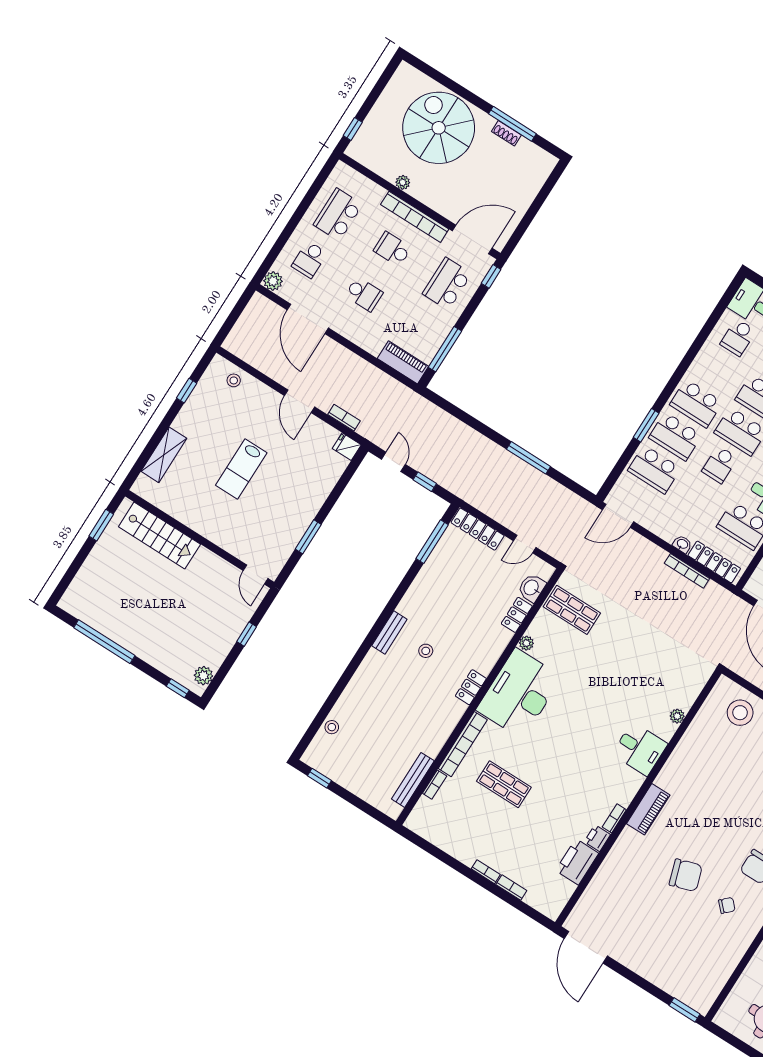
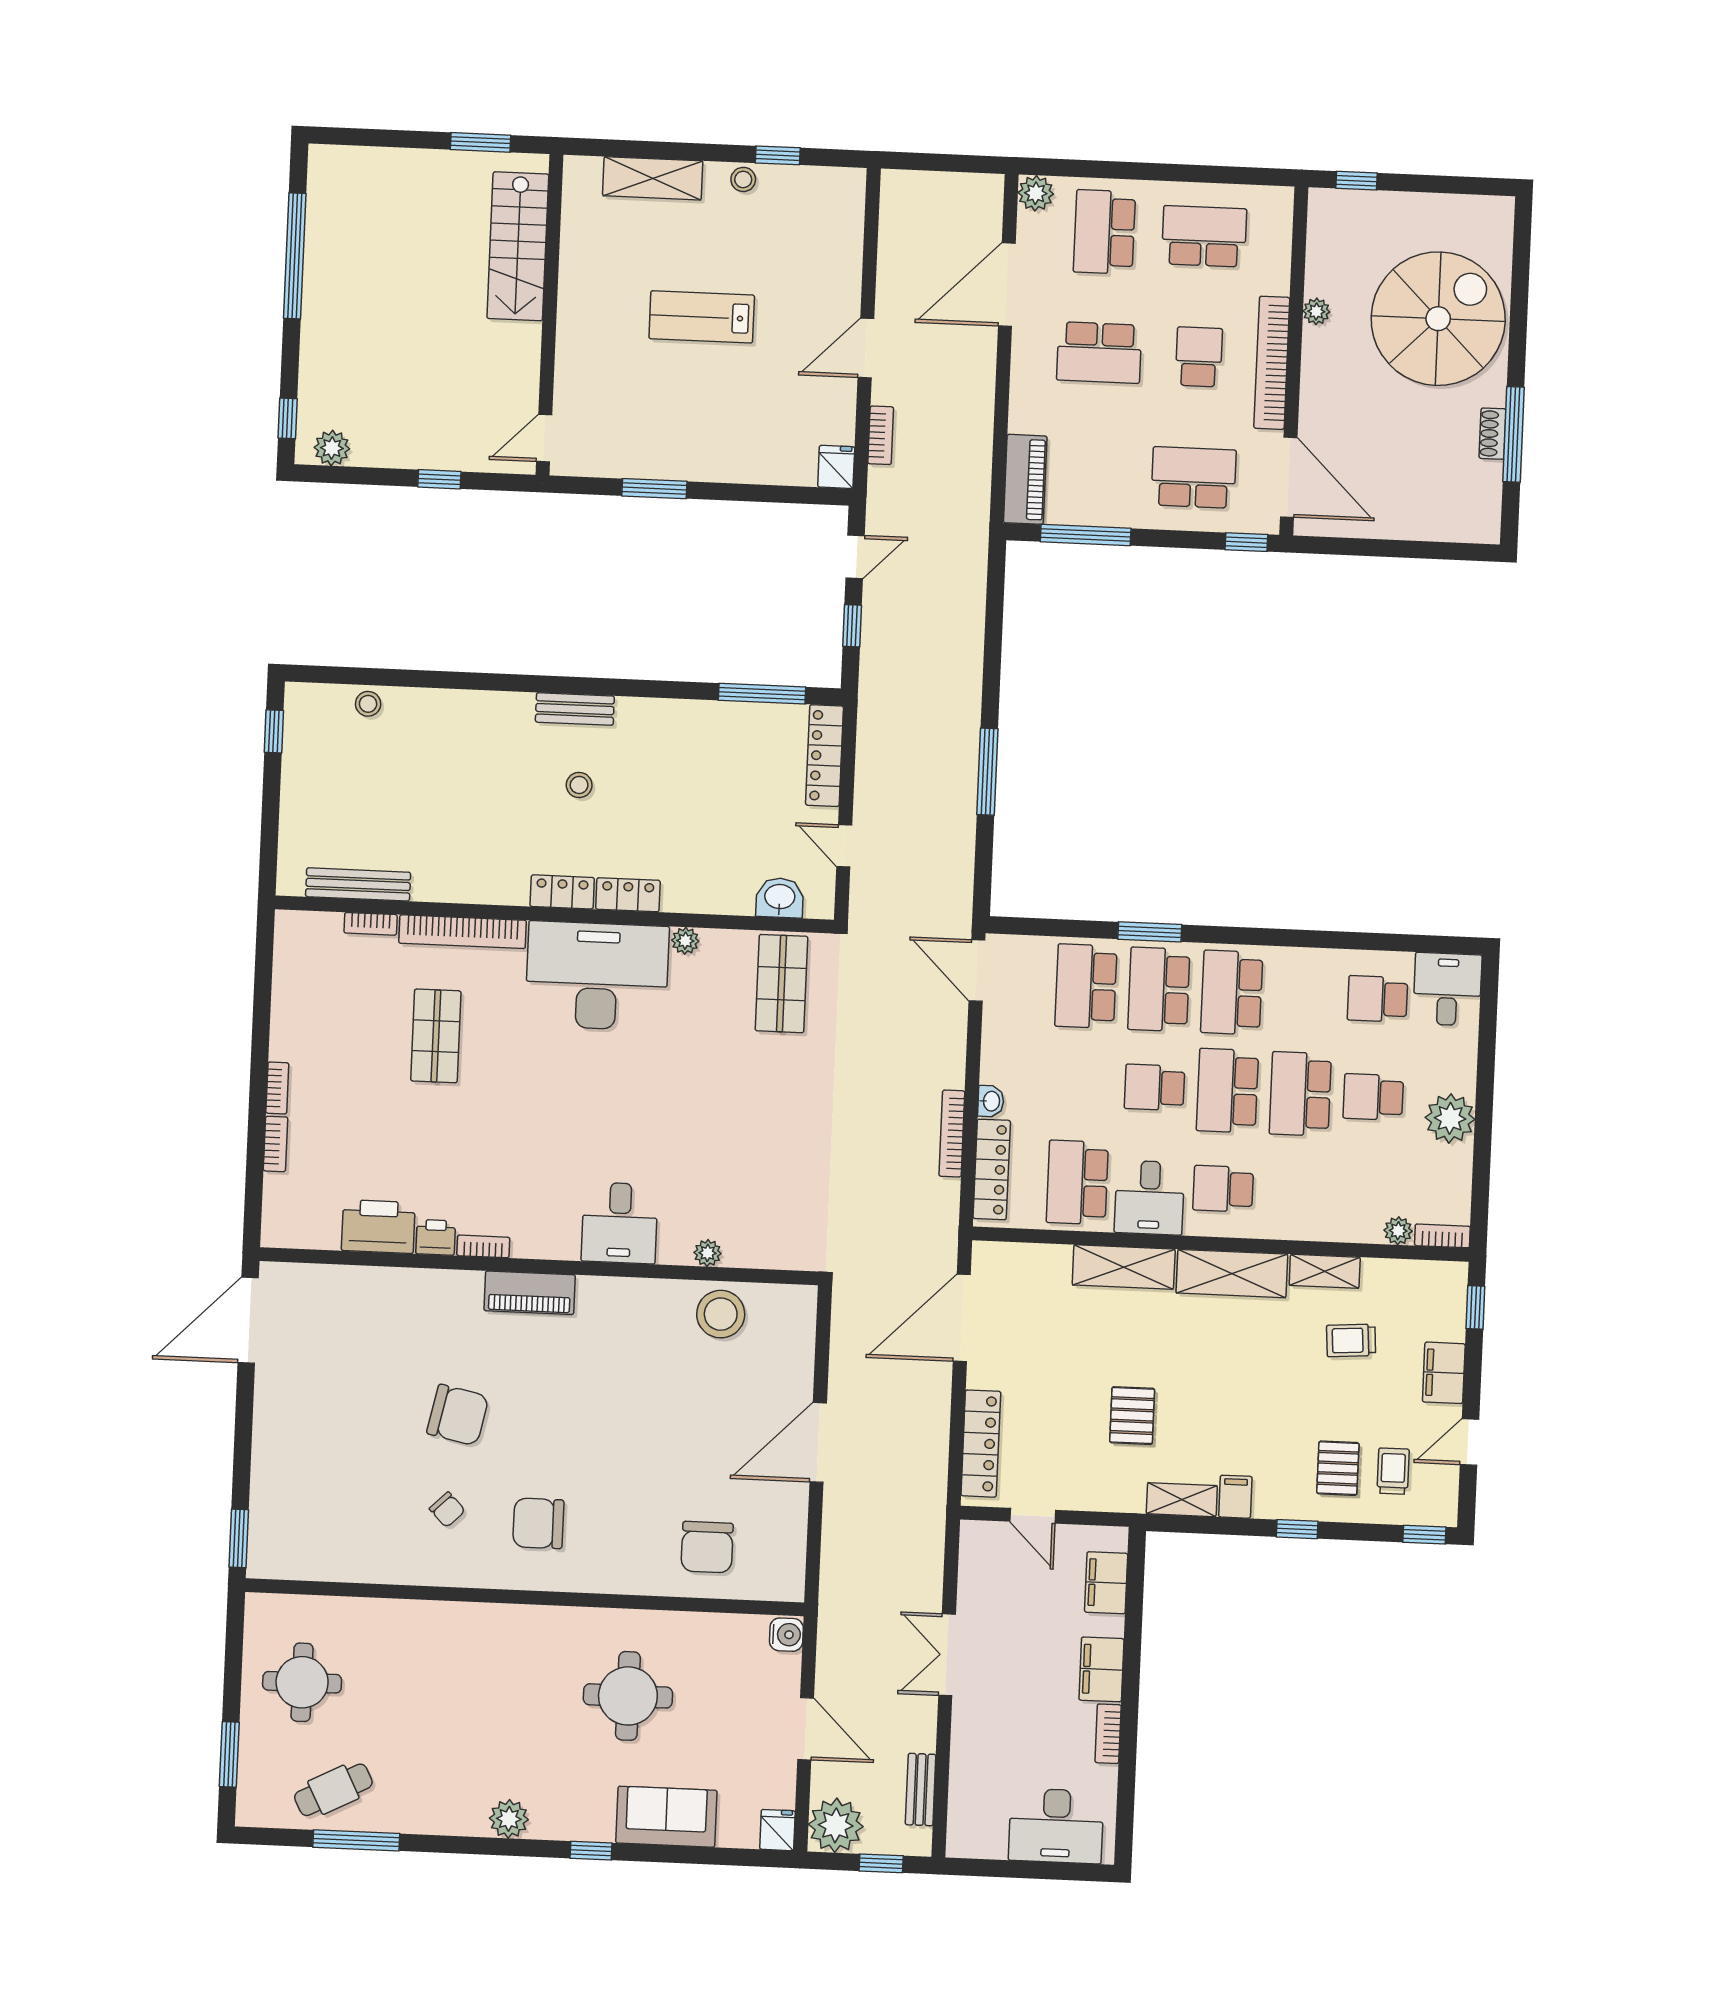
school desk: (309, 260) -> (1104, 232), width x1.85
school desk: (364, 294) -> (1099, 353), width x1.85
stool: (234, 380) -> (743, 179), moved
locker: (517, 615) -> (628, 895), moved
stool: (740, 713) -> (721, 1314), moved
chair: (686, 875) -> (458, 1415), turned -60

